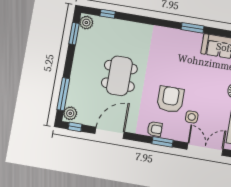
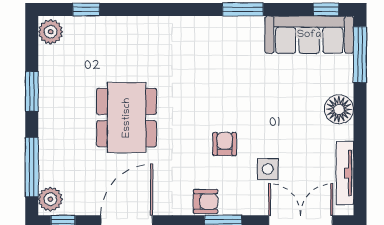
window: (74, 34) -> (32, 91), moved
armchair: (170, 99) -> (225, 144), width x0.53, depth x0.53

